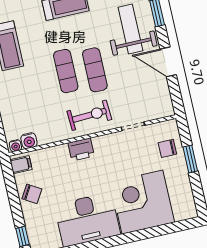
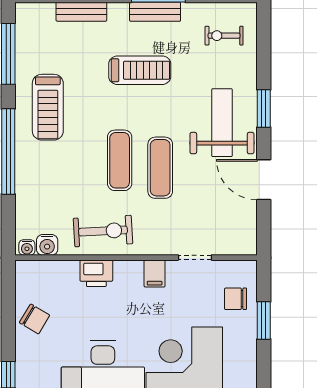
exercise bike: (89, 115) -> (103, 231), moved
printer: (81, 149) -> (96, 273), moved
filing cabinet: (21, 165) -> (155, 274), moved, turned 90

